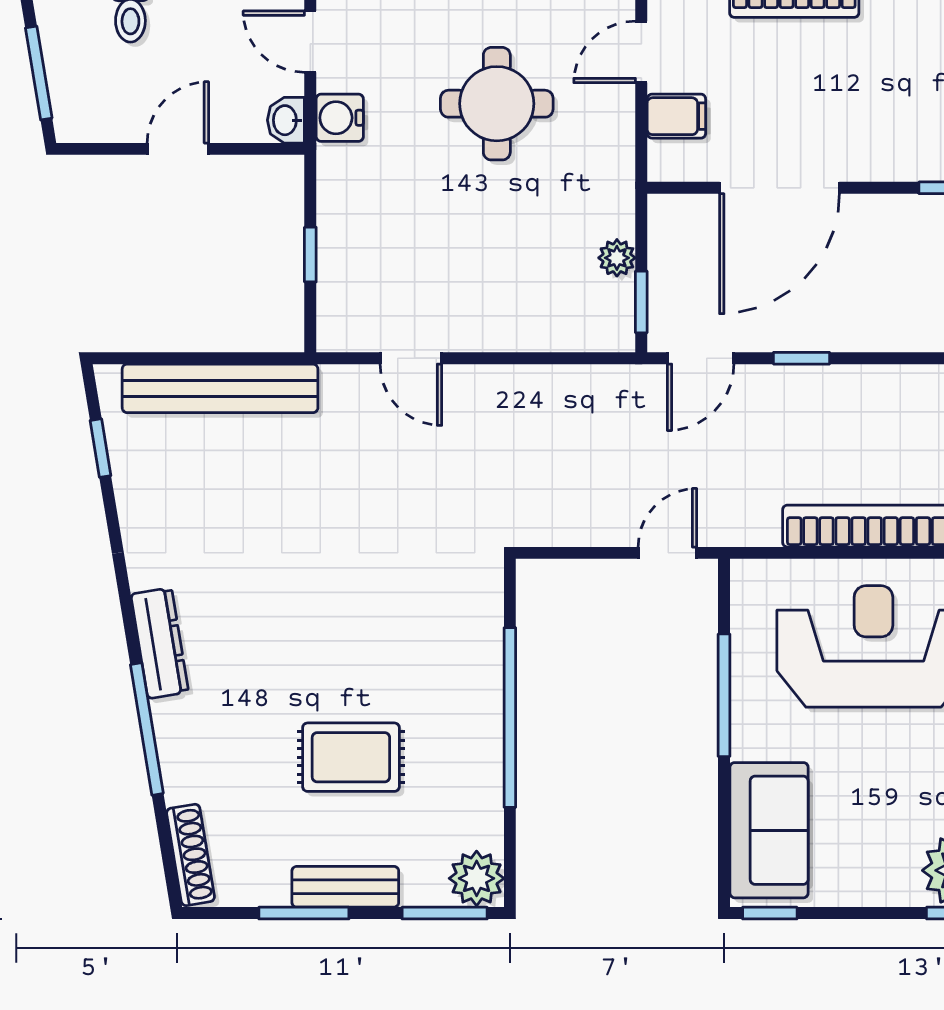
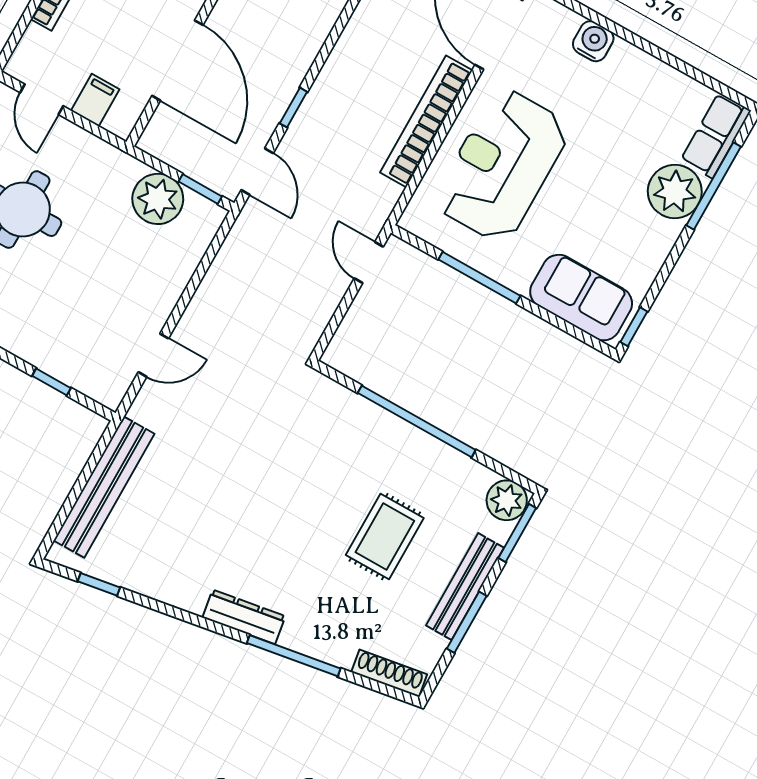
plant: (617, 258) -> (158, 199), width x1.88, depth x1.88
bench: (345, 887) -> (465, 587), width x1.36

